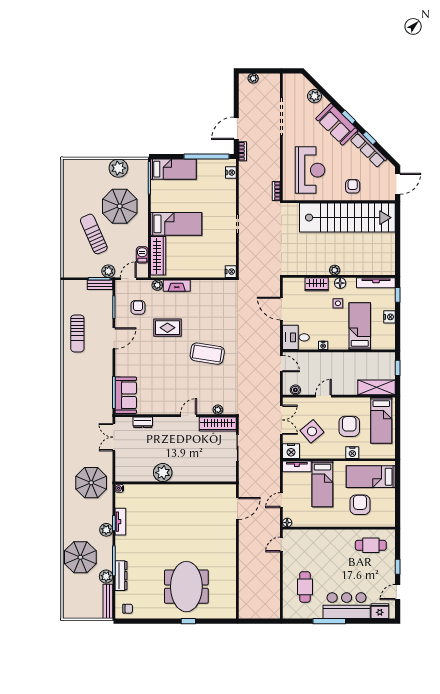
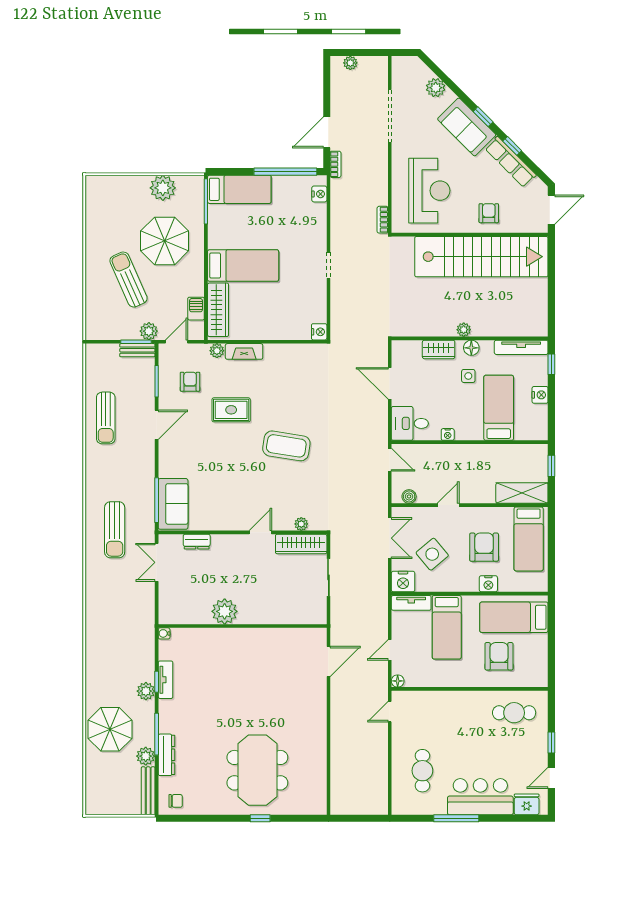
sun lounger: (84, 414) -> (115, 530), added
parasol: (91, 483) -> (125, 626), removed

